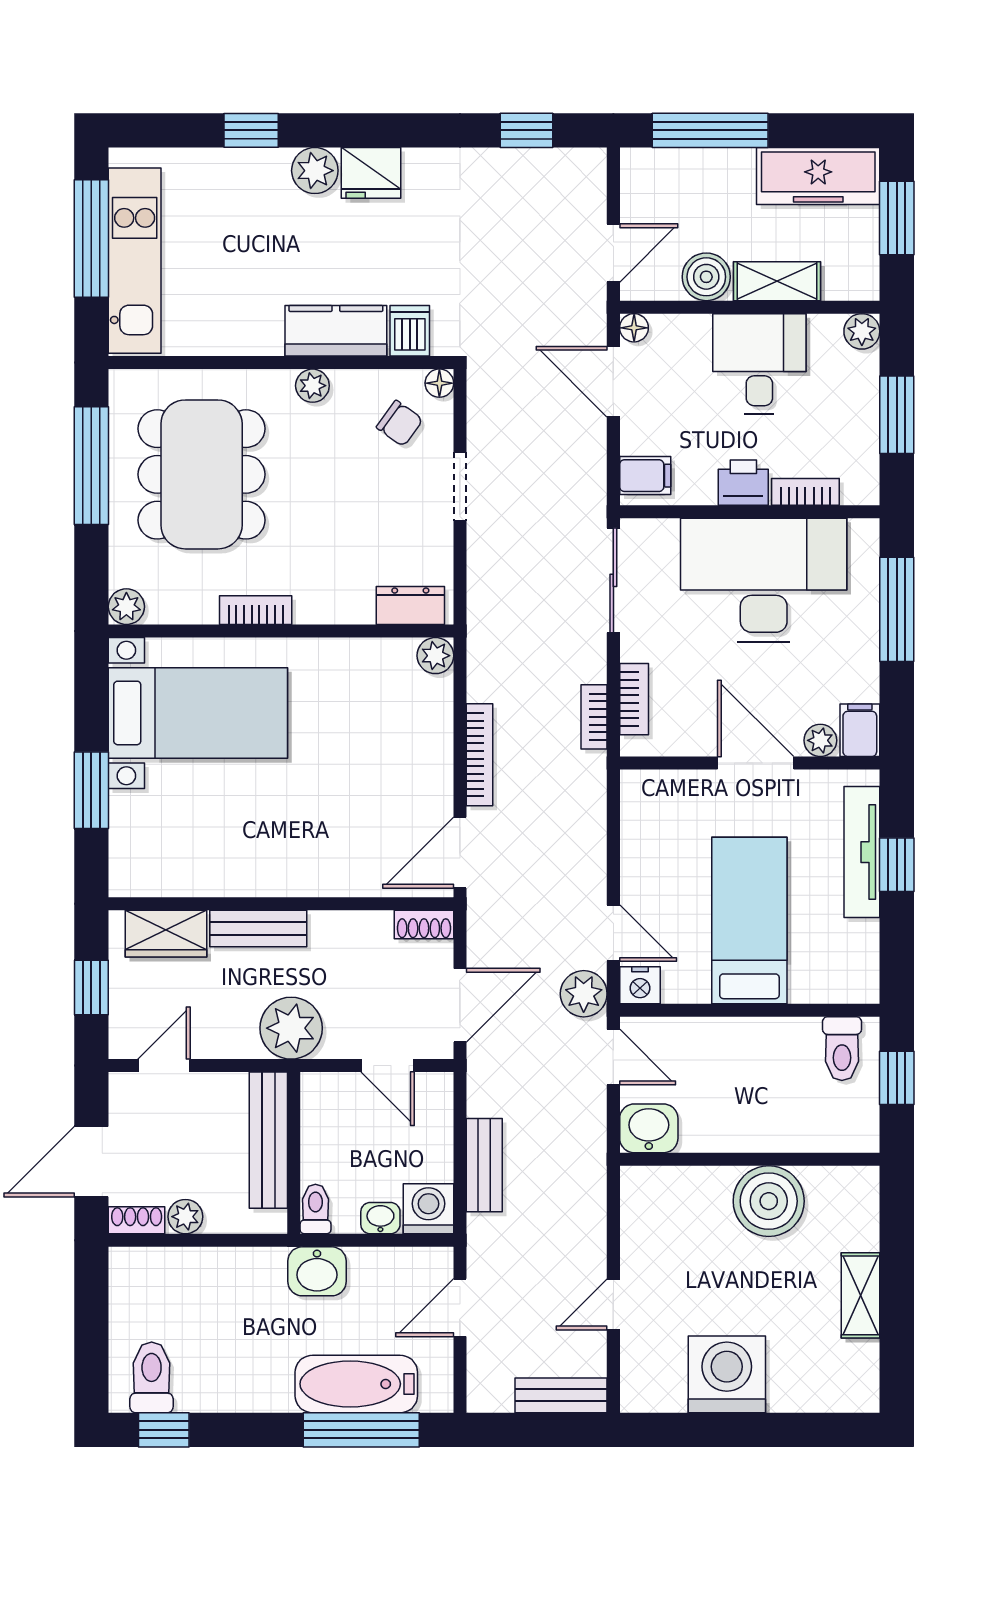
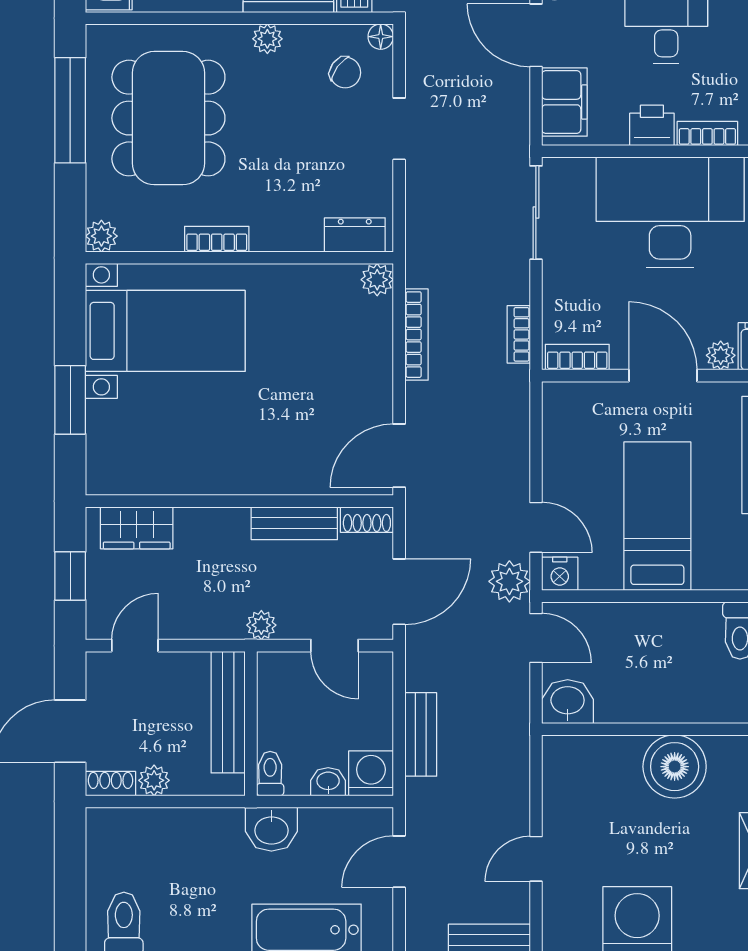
filing cabinet: (645, 476) -> (564, 102), width x2.00
bookcase: (634, 699) -> (577, 357), moved, turned -90
bookcase: (479, 755) -> (416, 335), moved
bench: (258, 929) -> (294, 523), moved
plant: (291, 1028) -> (261, 625), width x0.53, depth x0.53

